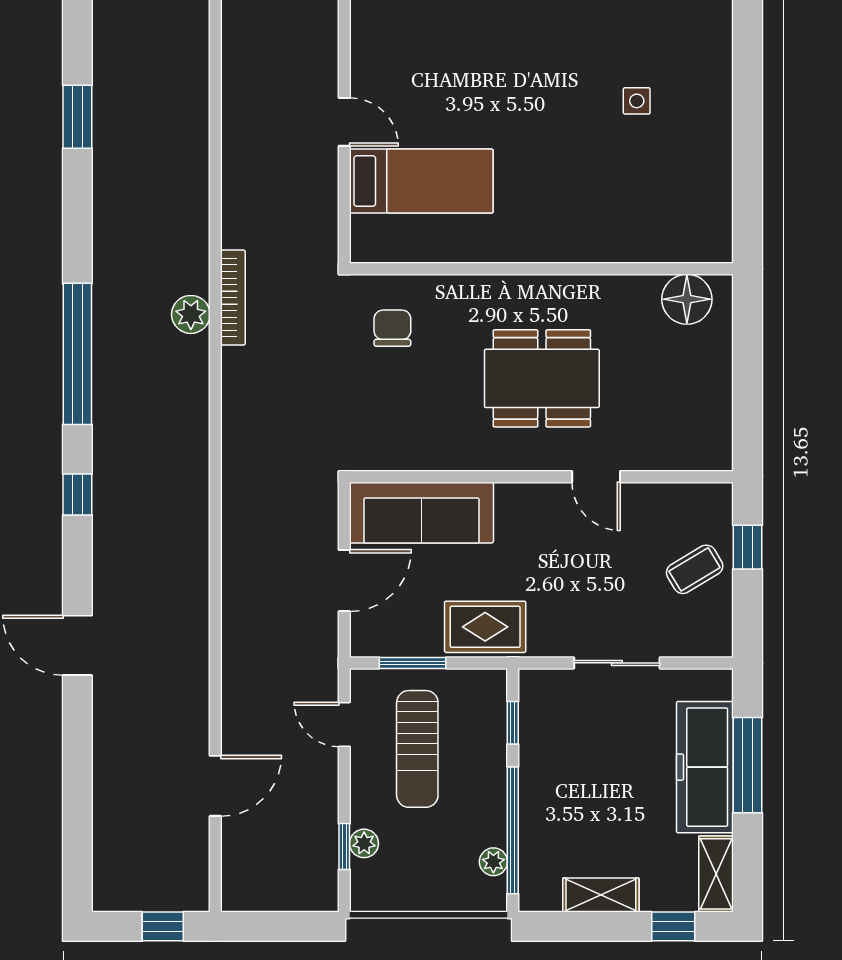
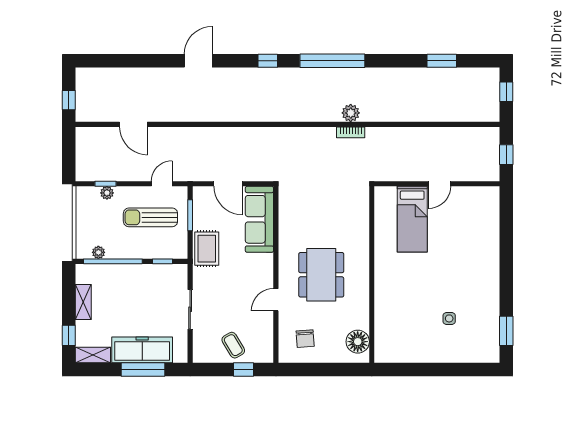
bookcase: (233, 298) -> (351, 132), width x0.64
chair: (392, 328) -> (305, 339), moved, turned 86

